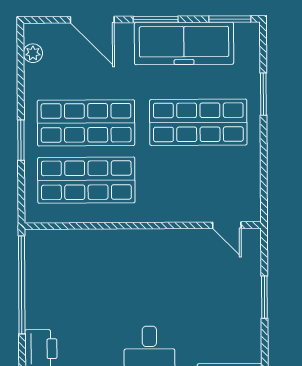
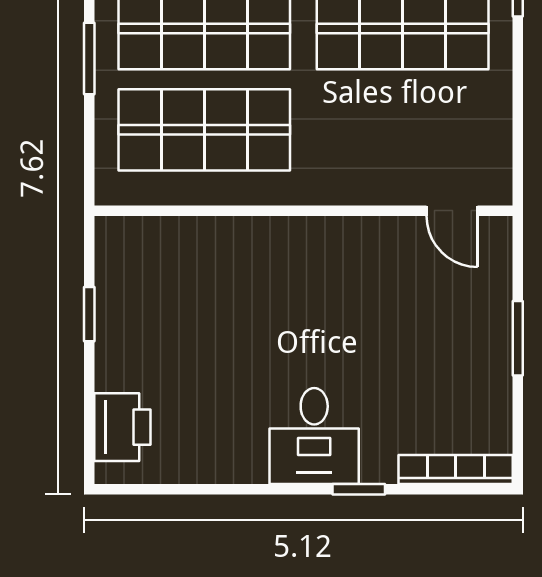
window: (22, 285) -> (89, 314), width x0.32

